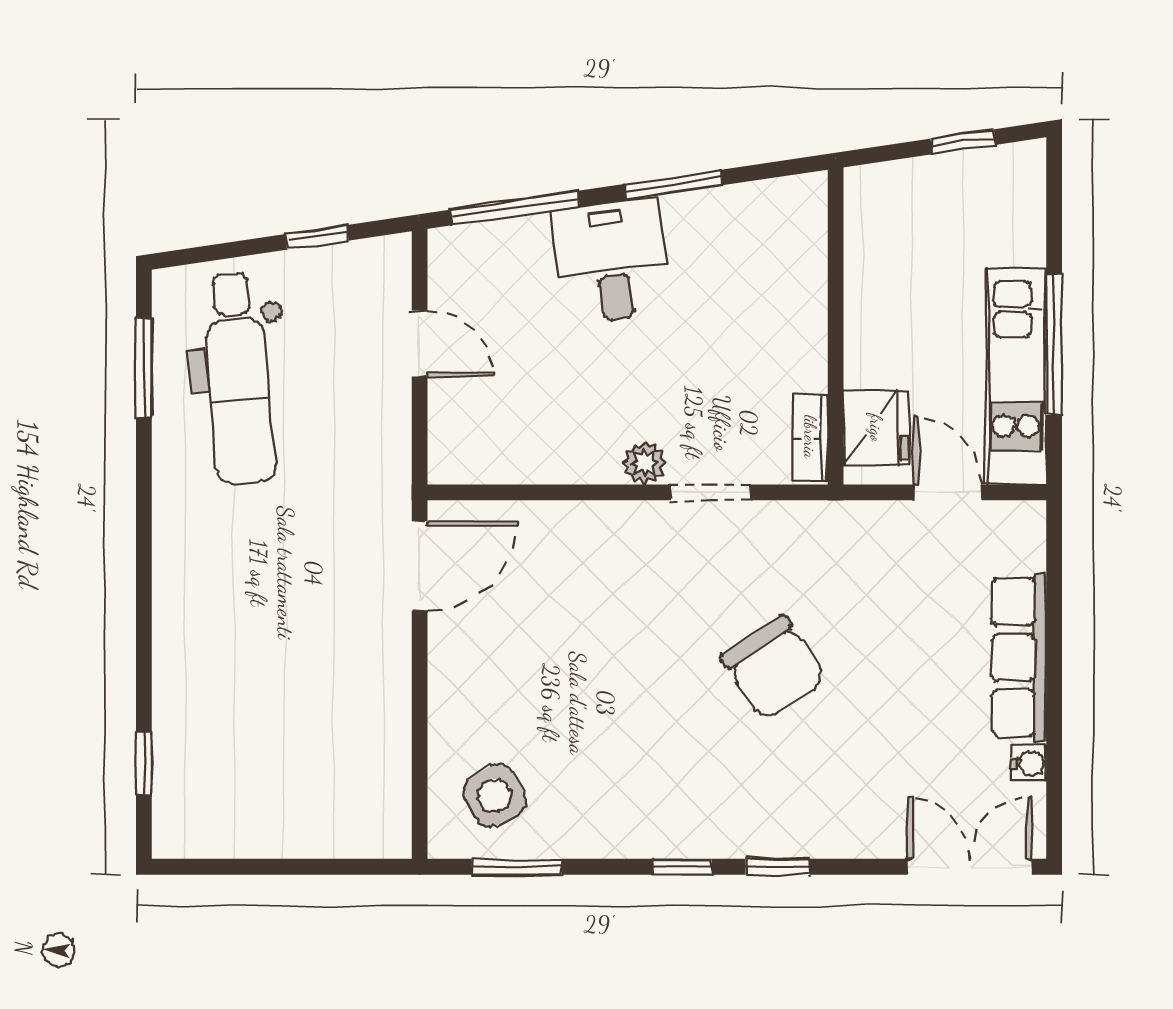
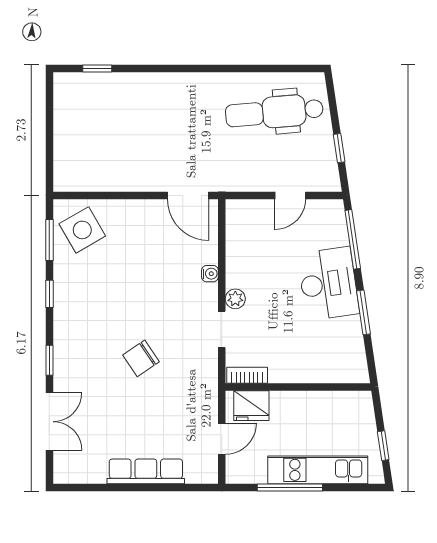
desk: (611, 261) -> (328, 284), width x1.37
window: (144, 368) -> (279, 69), removed
kitchen unit: (1016, 376) -> (318, 470), moved
chair: (774, 668) -> (141, 358), width x0.73, depth x0.73
water cooler: (1028, 763) -> (210, 274), moved, turned -90
side table: (495, 795) -> (82, 230), width x1.37, depth x1.37
window: (682, 867) -> (49, 294), moved
double door: (970, 867) -> (49, 422), moved

